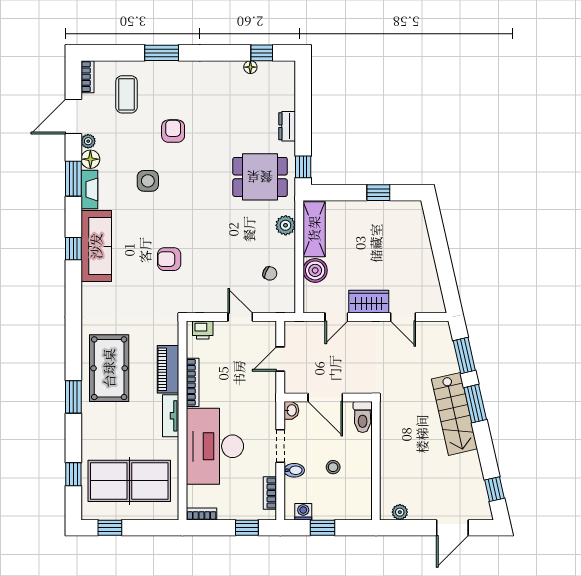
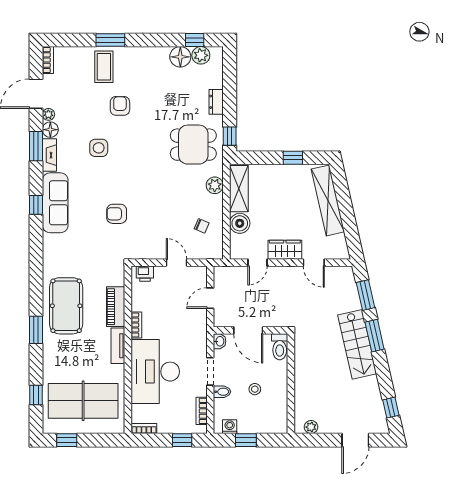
floor lamp: (250, 67) -> (180, 57), width x1.89, depth x1.89
plant: (269, 71) -> (201, 55), added
coffee table: (127, 94) -> (104, 67), moved
shelving: (420, 243) -> (328, 200), added
bookcase: (193, 382) -> (136, 325), width x0.64

